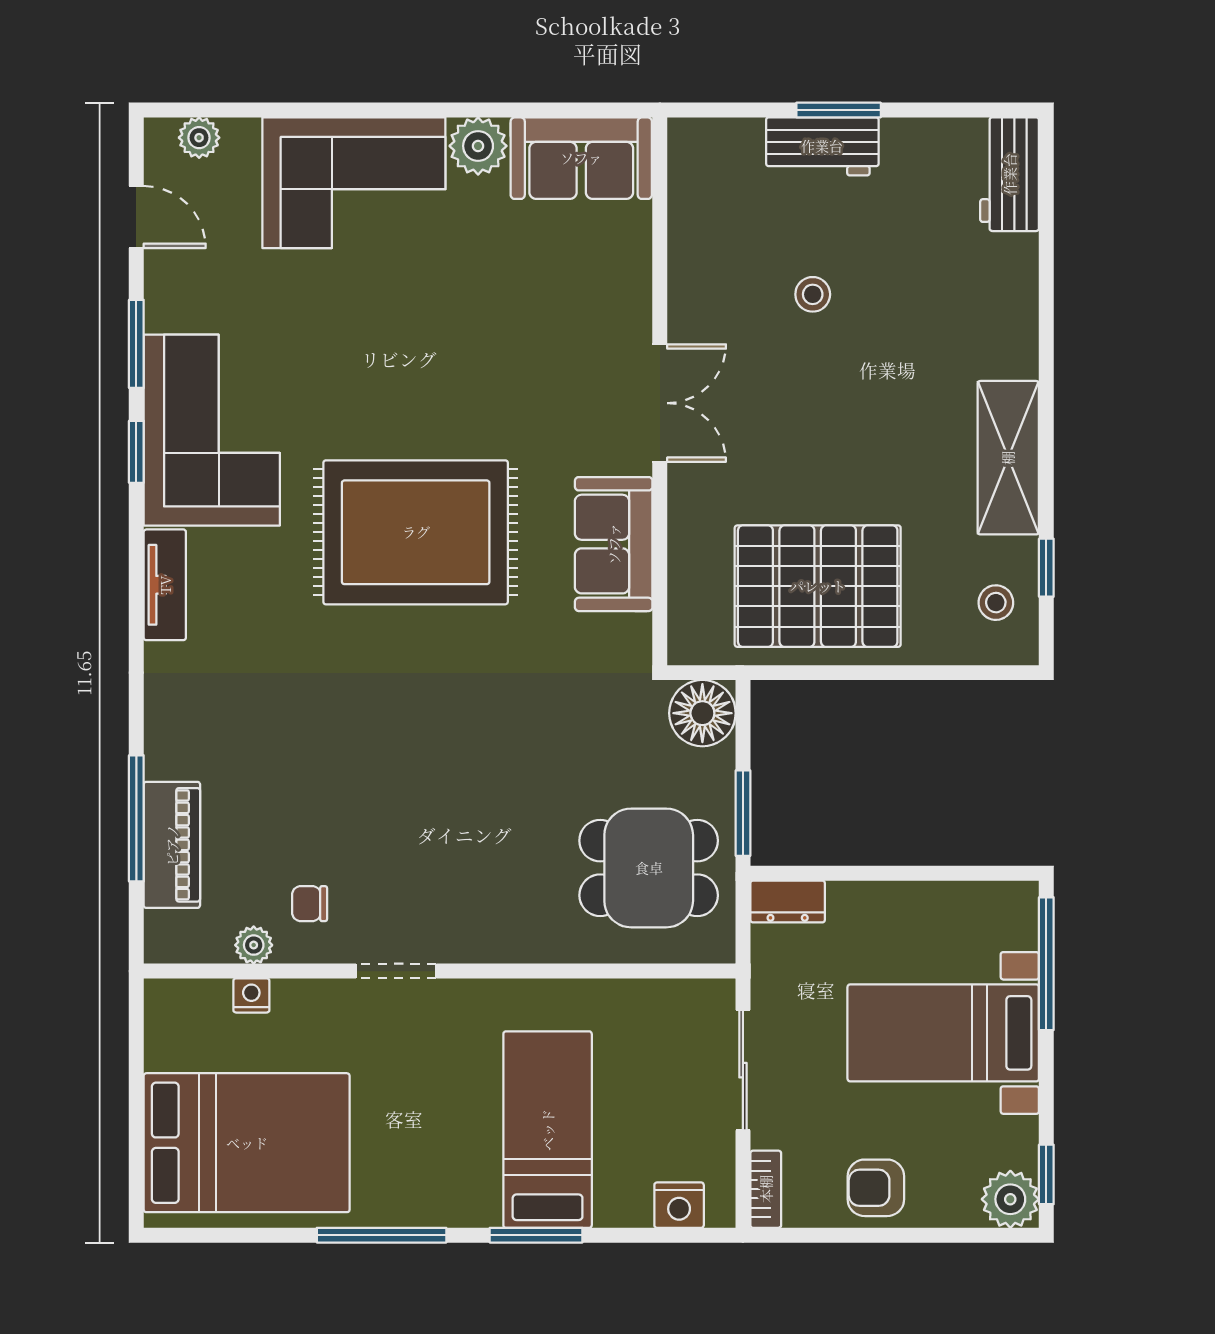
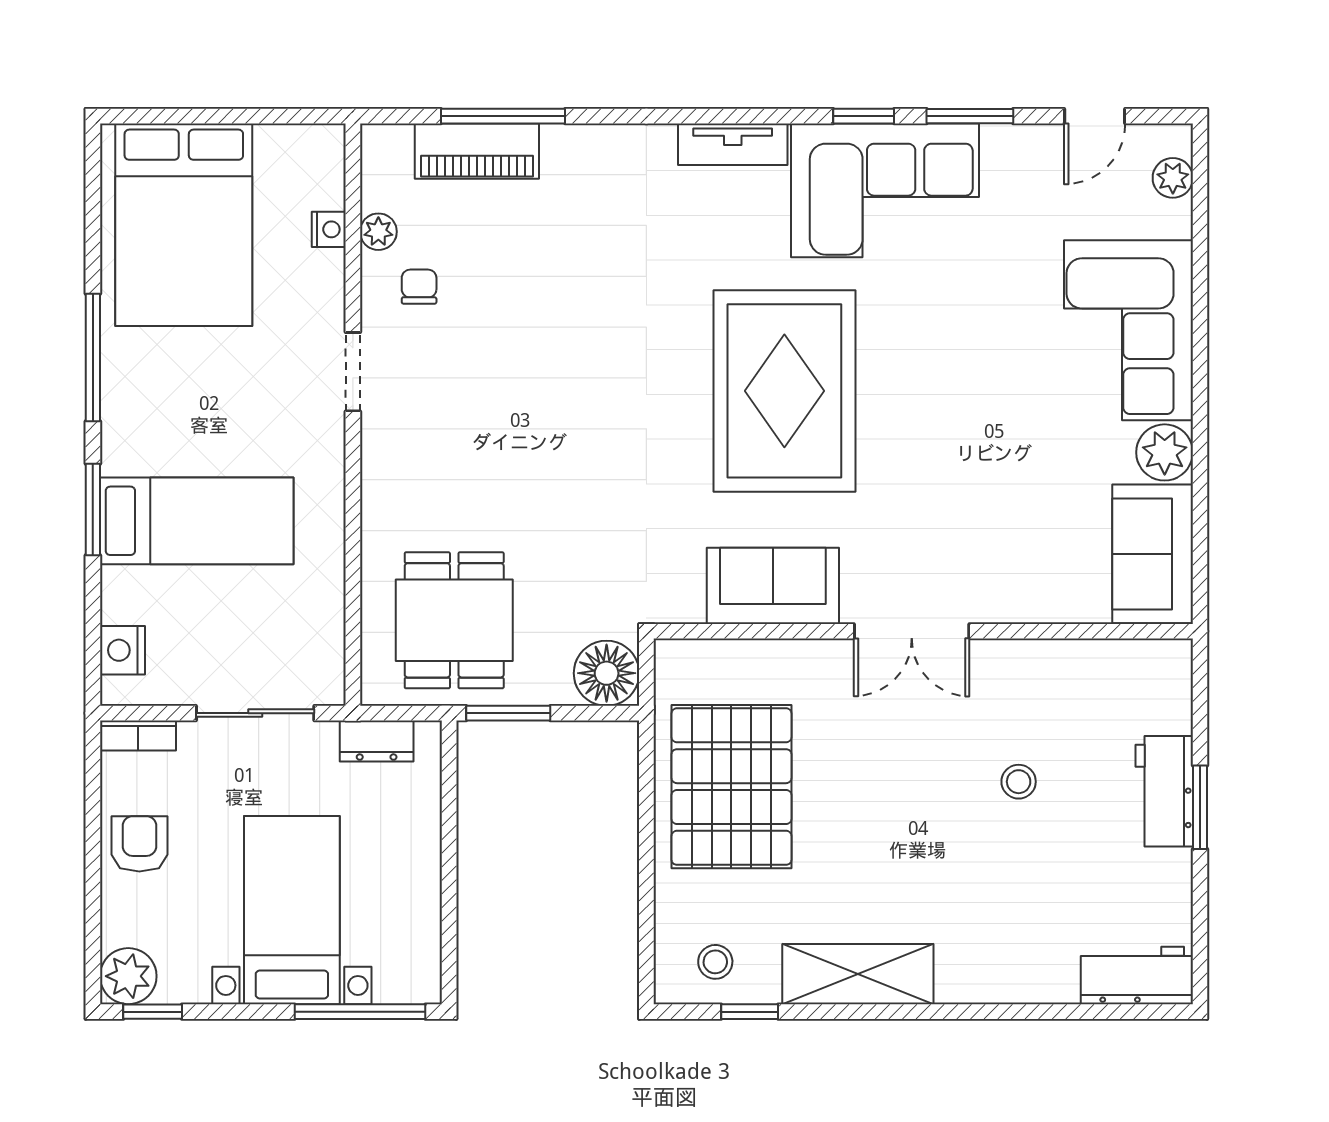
dresser: (788, 901) -> (377, 741), moved, turned -90

